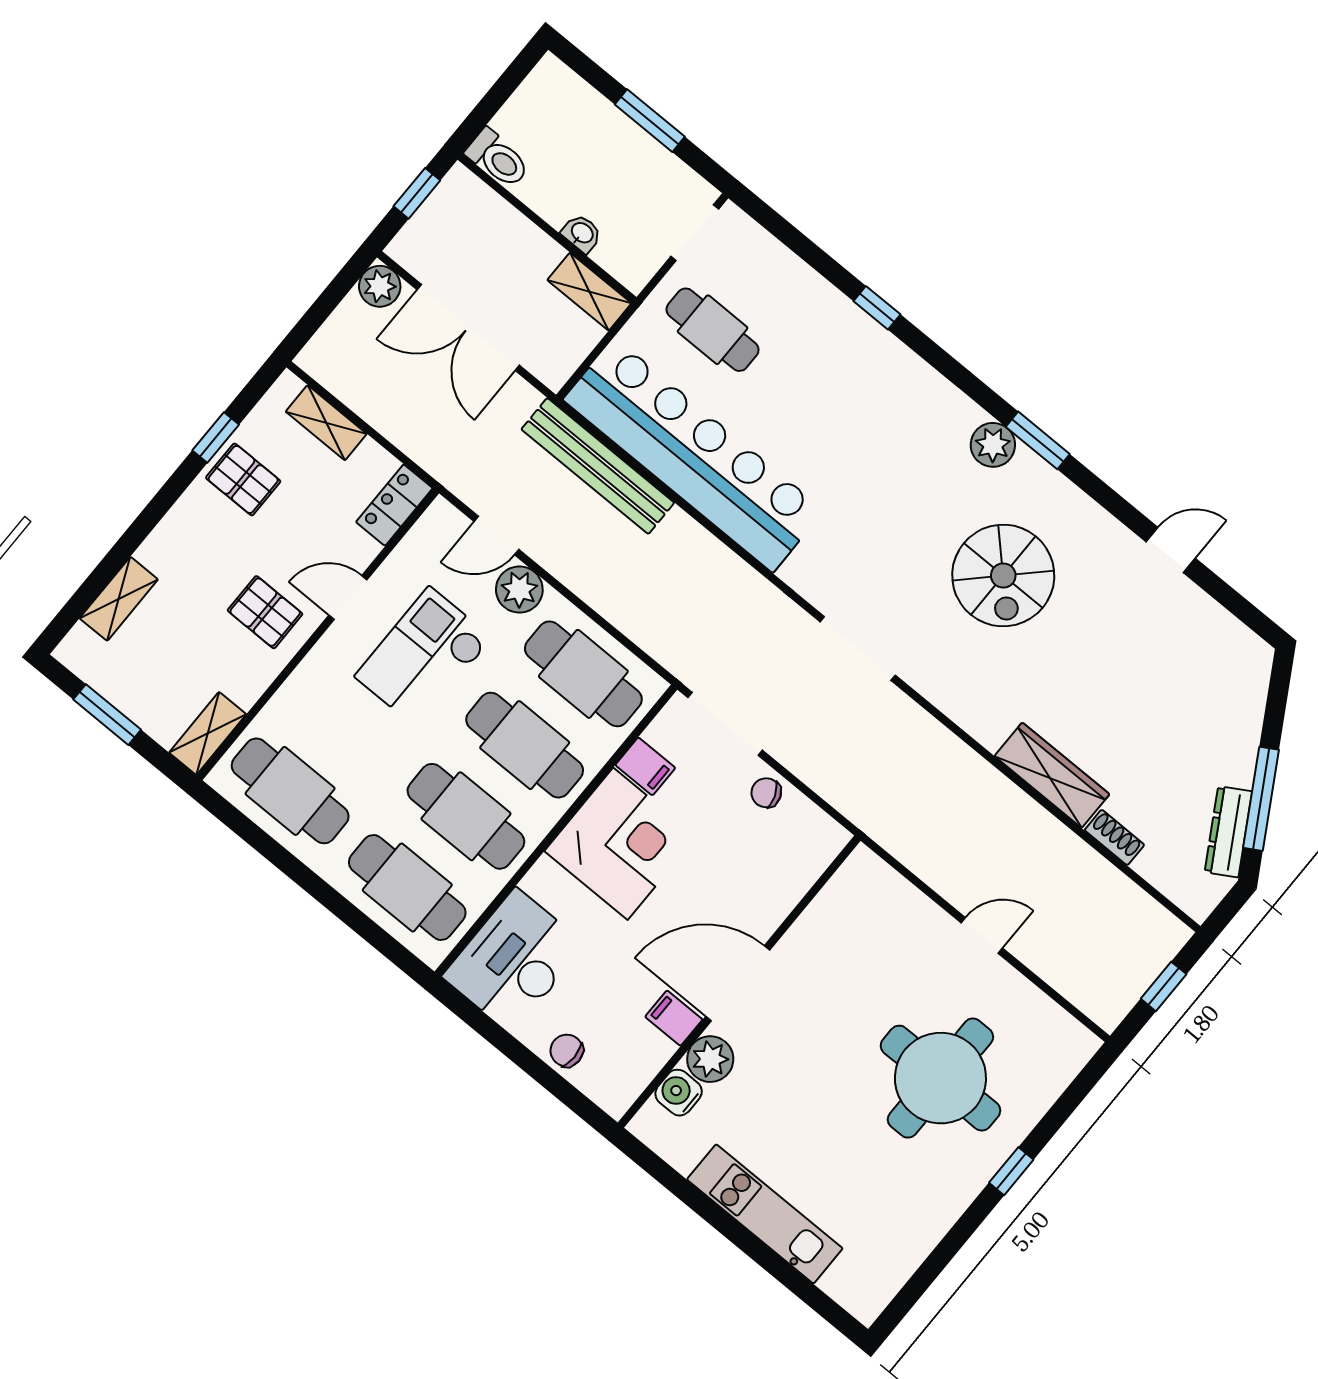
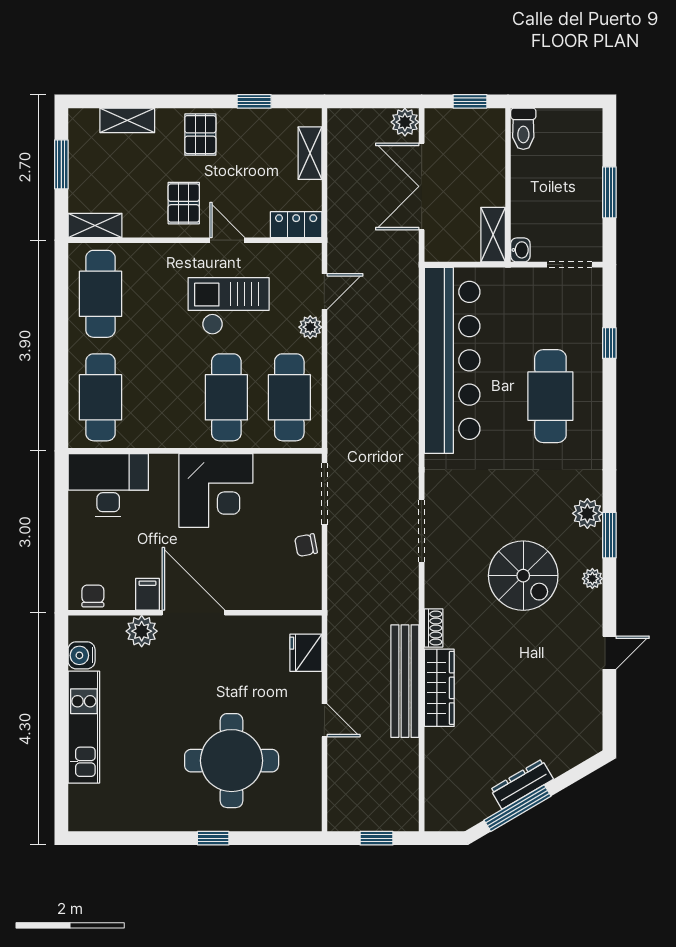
washbasin: (582, 233) -> (520, 250), moved
window: (877, 308) -> (609, 343), moved
cafe table: (713, 330) -> (550, 396), moved, width x1.37, depth x1.35
bench: (598, 466) -> (405, 681), moved
pallet: (243, 479) -> (200, 135), moved
plant: (1071, 500) -> (592, 579), added
door: (496, 535) -> (324, 292), swing flipped
door: (1171, 550) -> (609, 653), hinge flipped
spiral stairs: (1003, 575) -> (523, 576), turned -90
plant: (519, 590) -> (310, 327), width x0.73, depth x0.73
filing cabinet: (645, 766) -> (267, 470), removed
chair: (766, 793) -> (306, 545), turned -80
cafe table: (466, 816) -> (163, 397), removed
dresser: (1228, 832) -> (522, 784), moved
shoe rack: (1114, 837) -> (434, 628), moved
fridge: (888, 893) -> (306, 653), added
chair: (567, 1051) -> (93, 596), moved
water cooler: (679, 1093) -> (82, 655), moved, turned -90

